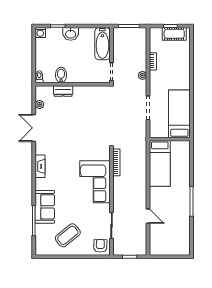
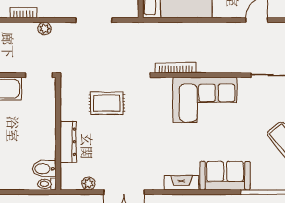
bidet: (61, 75) -> (44, 169), moved
dresser: (63, 91) -> (68, 142), width x1.44
rug: (93, 117) -> (107, 103), added
sofa: (45, 207) -> (225, 176), moved

